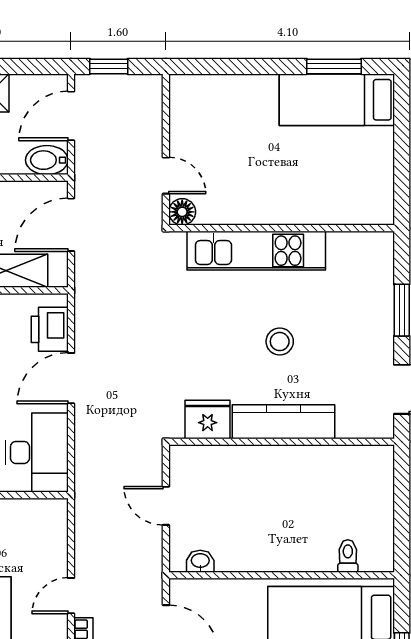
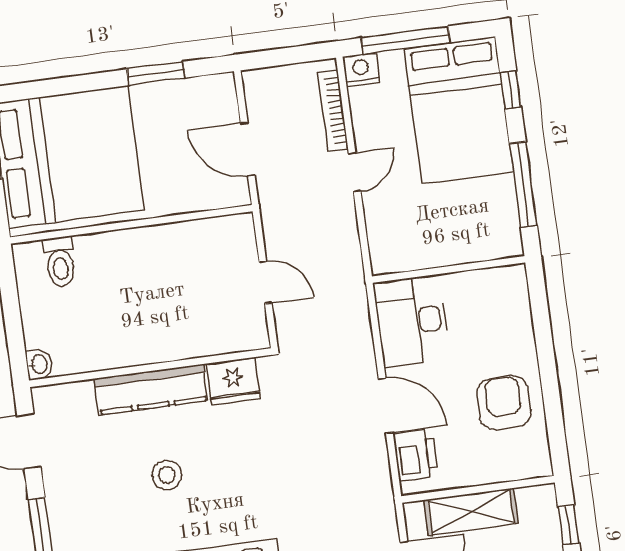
door: (71, 378) -> (386, 406), hinge flipped
toilet: (348, 556) -> (60, 262), width x1.37, depth x1.39
washbasin: (200, 561) -> (39, 364), moved, turned -90

